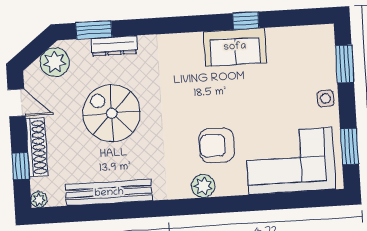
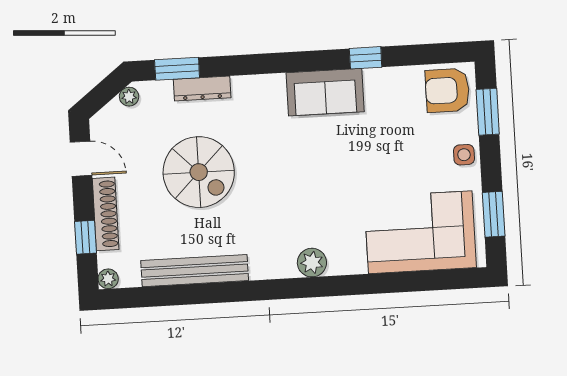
sofa: (235, 47) -> (325, 92), moved
plant: (55, 62) -> (129, 97), width x0.53, depth x0.53
spiral stairs: (112, 113) -> (199, 172), turned 180
armchair: (217, 145) -> (447, 90), moved

